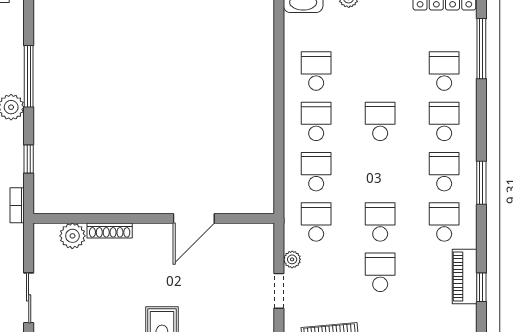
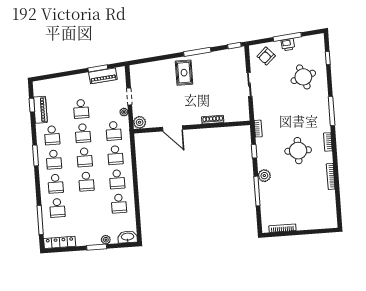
school desk: (380, 172) -> (85, 157), added
door: (194, 218) -> (173, 128), swing flipped
plant: (72, 236) -> (140, 122), moved

